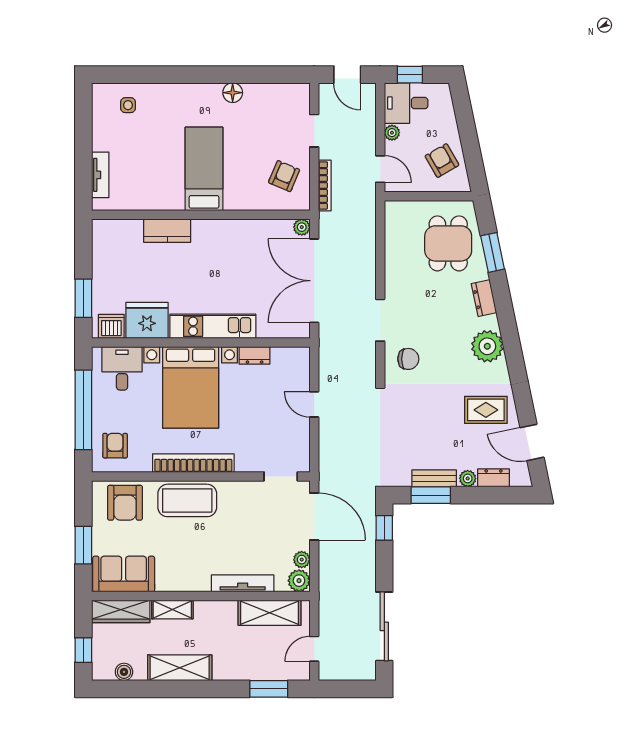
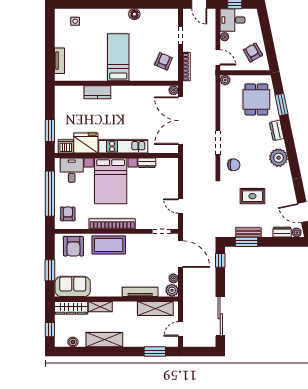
plant: (393, 209) -> (225, 80), added
door: (314, 404) -> (181, 206), moved
rug: (486, 410) -> (252, 196), moved
plant: (468, 478) -> (297, 233), moved

